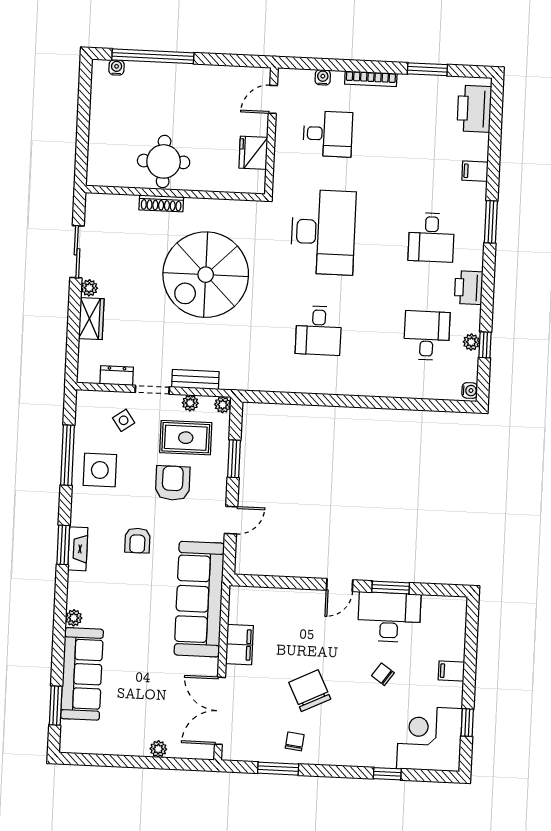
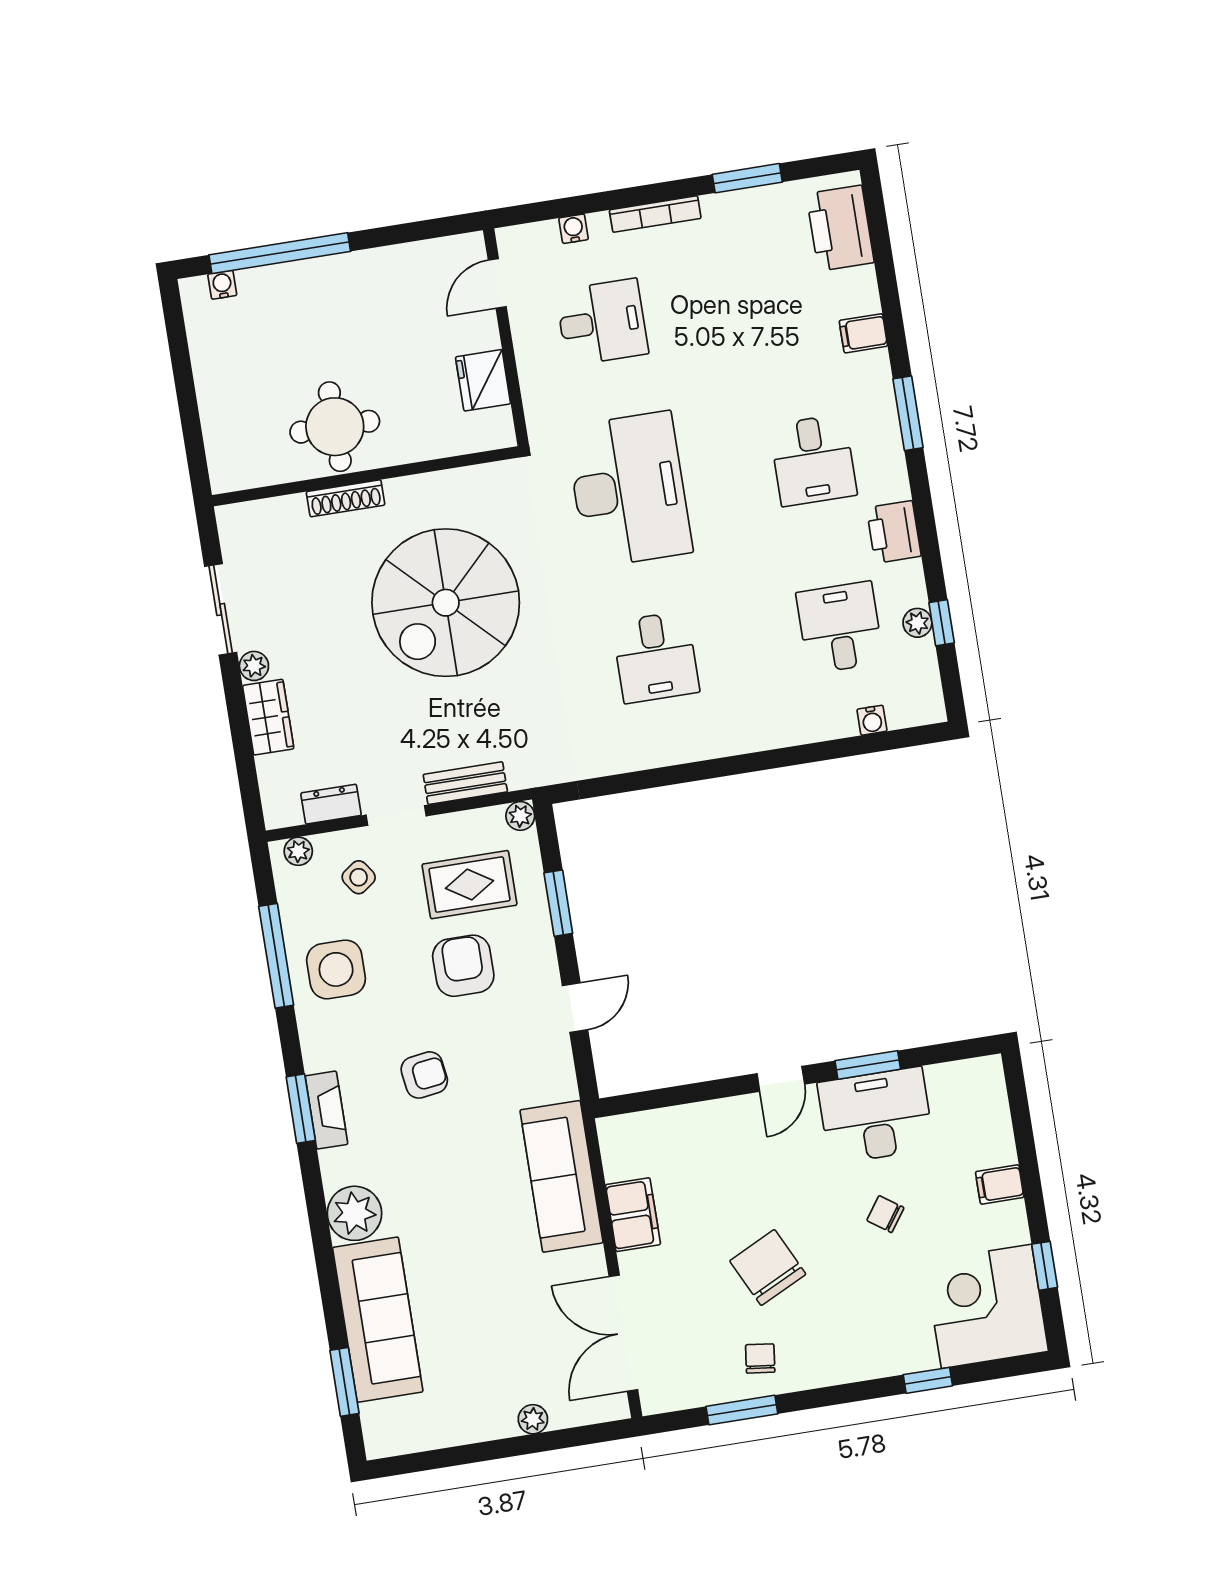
water cooler: (470, 390) -> (872, 720), moved, turned 90
plant: (190, 403) -> (298, 851), moved
armchair: (137, 540) -> (424, 1075), turned -98
sofa: (199, 599) -> (561, 1176), width x0.74, depth x0.79
plant: (74, 618) -> (354, 1213), width x1.87, depth x1.87

